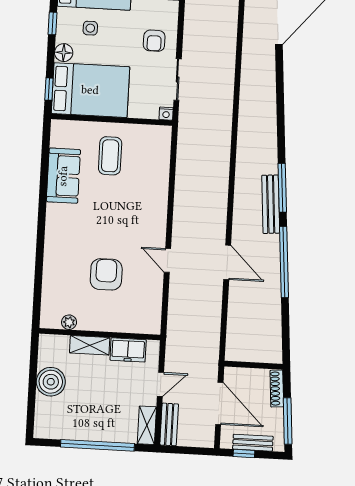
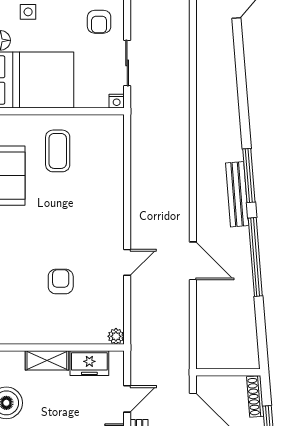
door: (167, 260) -> (127, 262), swing flipped
armchair: (106, 274) -> (61, 281), width x0.72, depth x0.72
plant: (69, 322) -> (116, 336), moved

